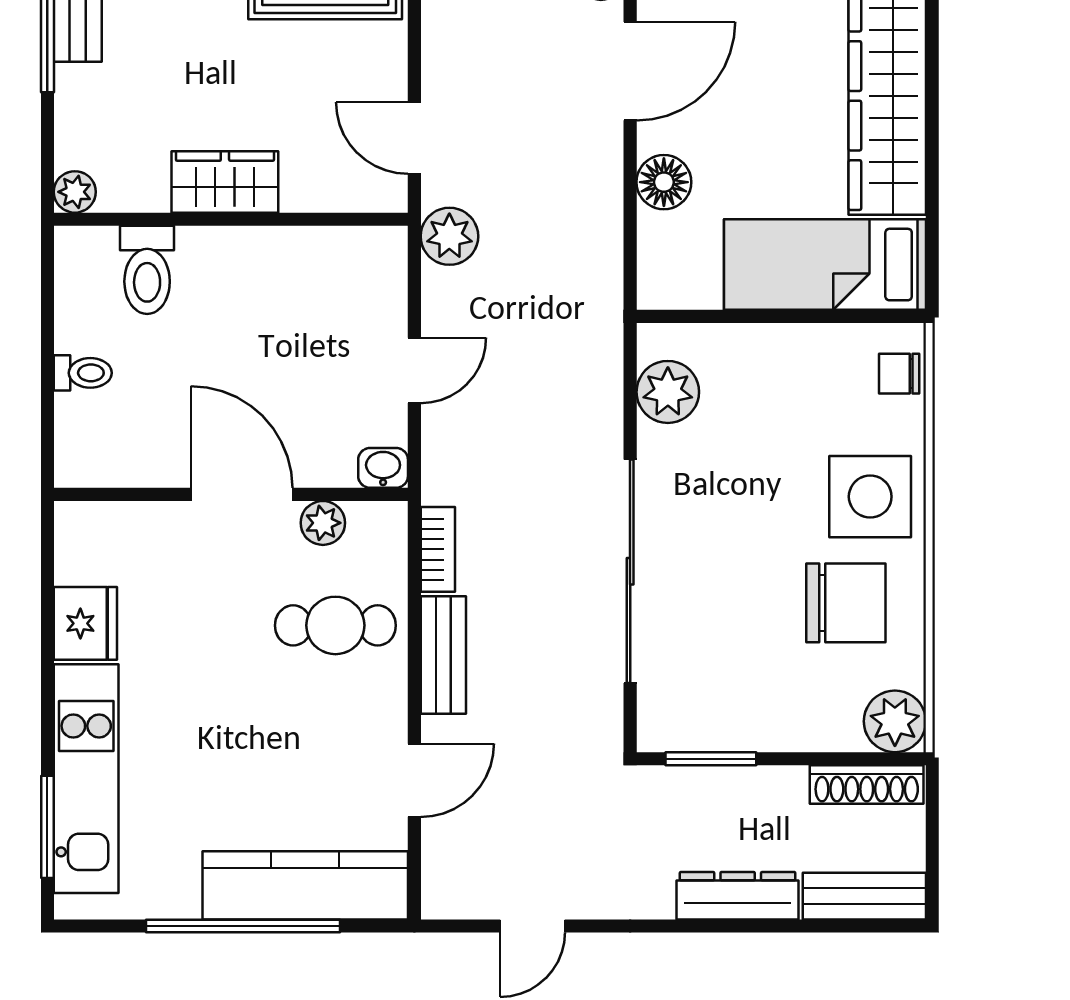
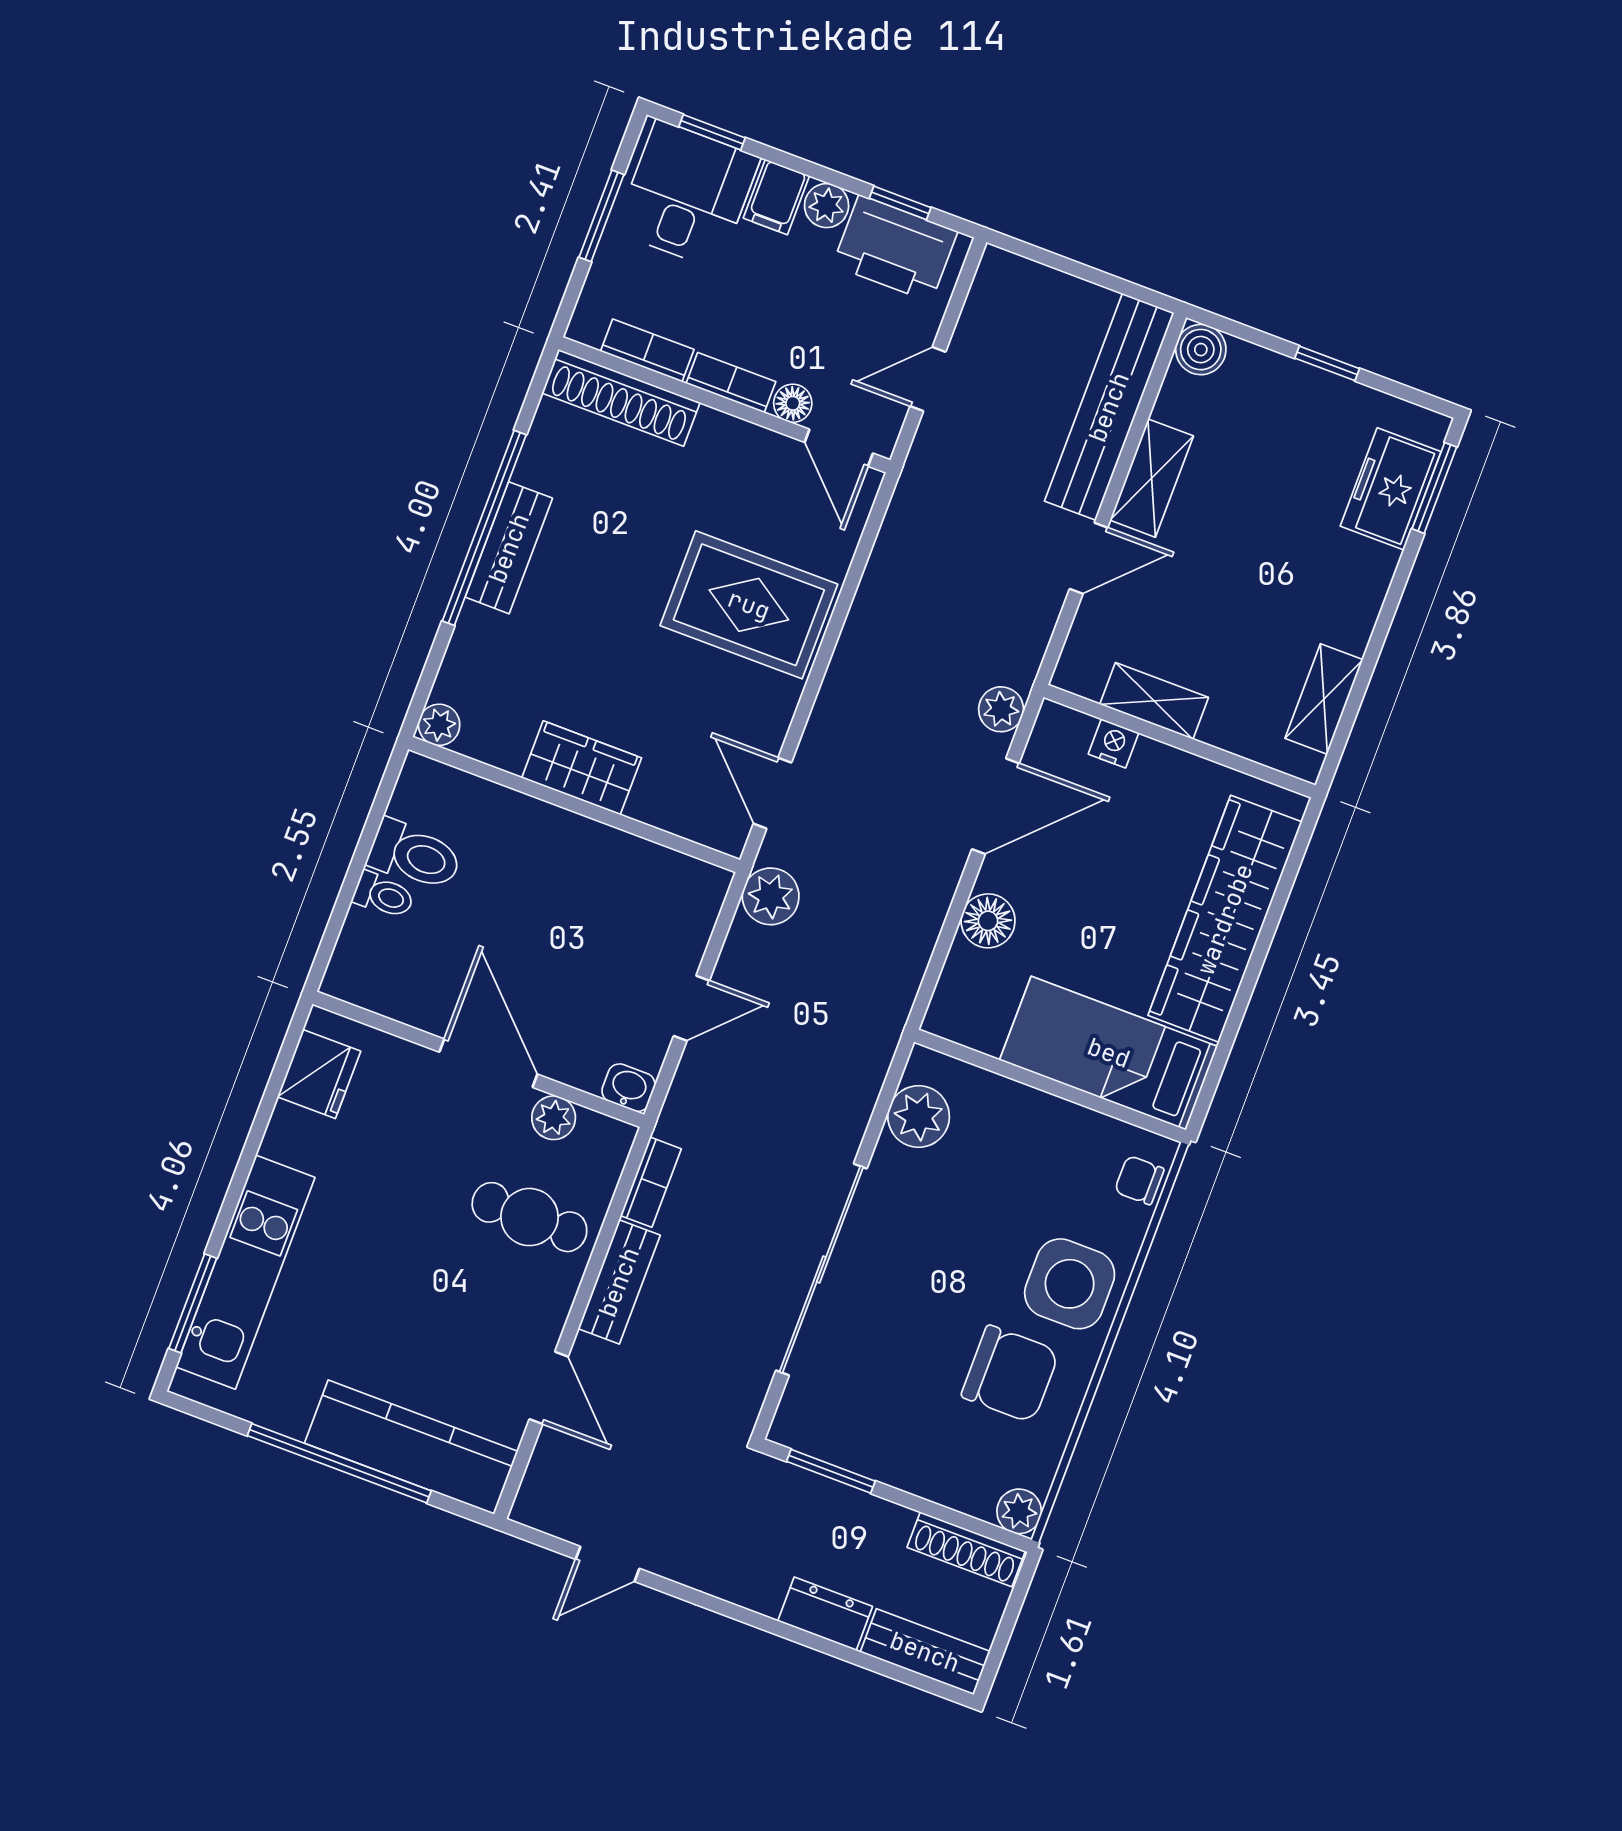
toilet: (147, 270) -> (415, 855), moved, turned -90
fridge: (85, 623) -> (319, 1074), moved
plant: (895, 721) -> (1019, 1511), width x0.73, depth x0.73
door: (414, 780) -> (549, 1388), hinge flipped
dresser: (738, 896) -> (825, 1614), width x0.70

